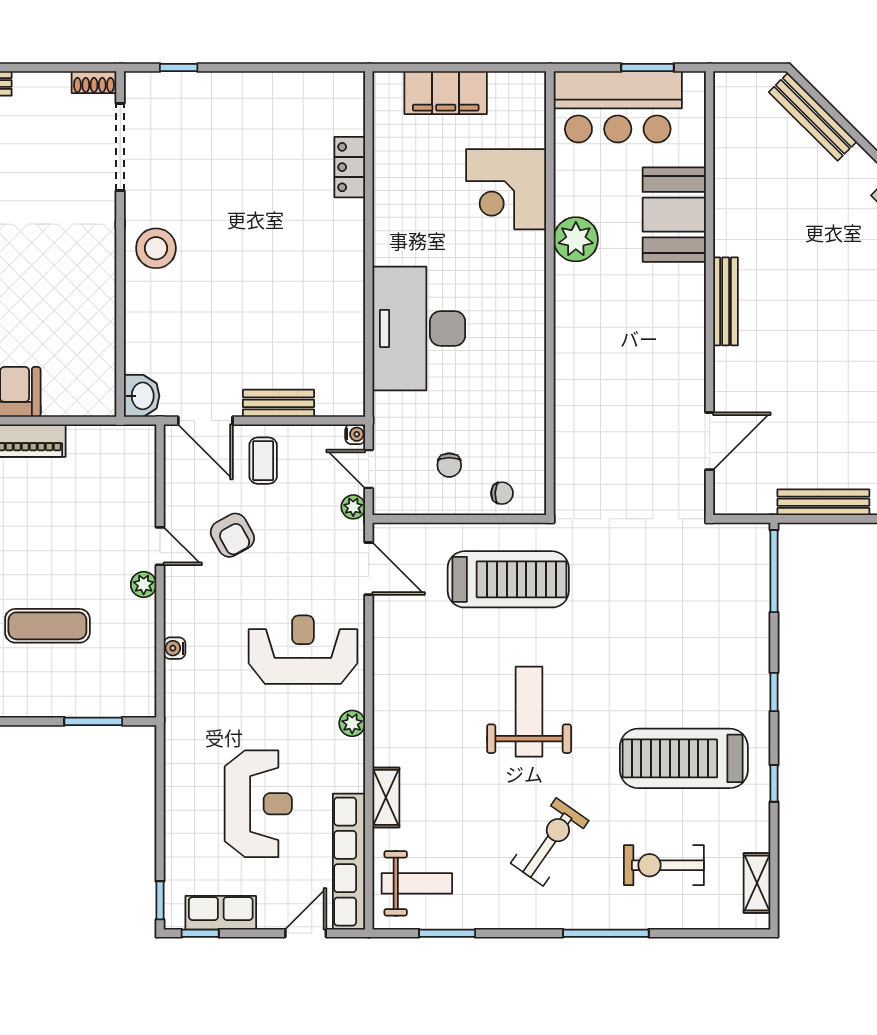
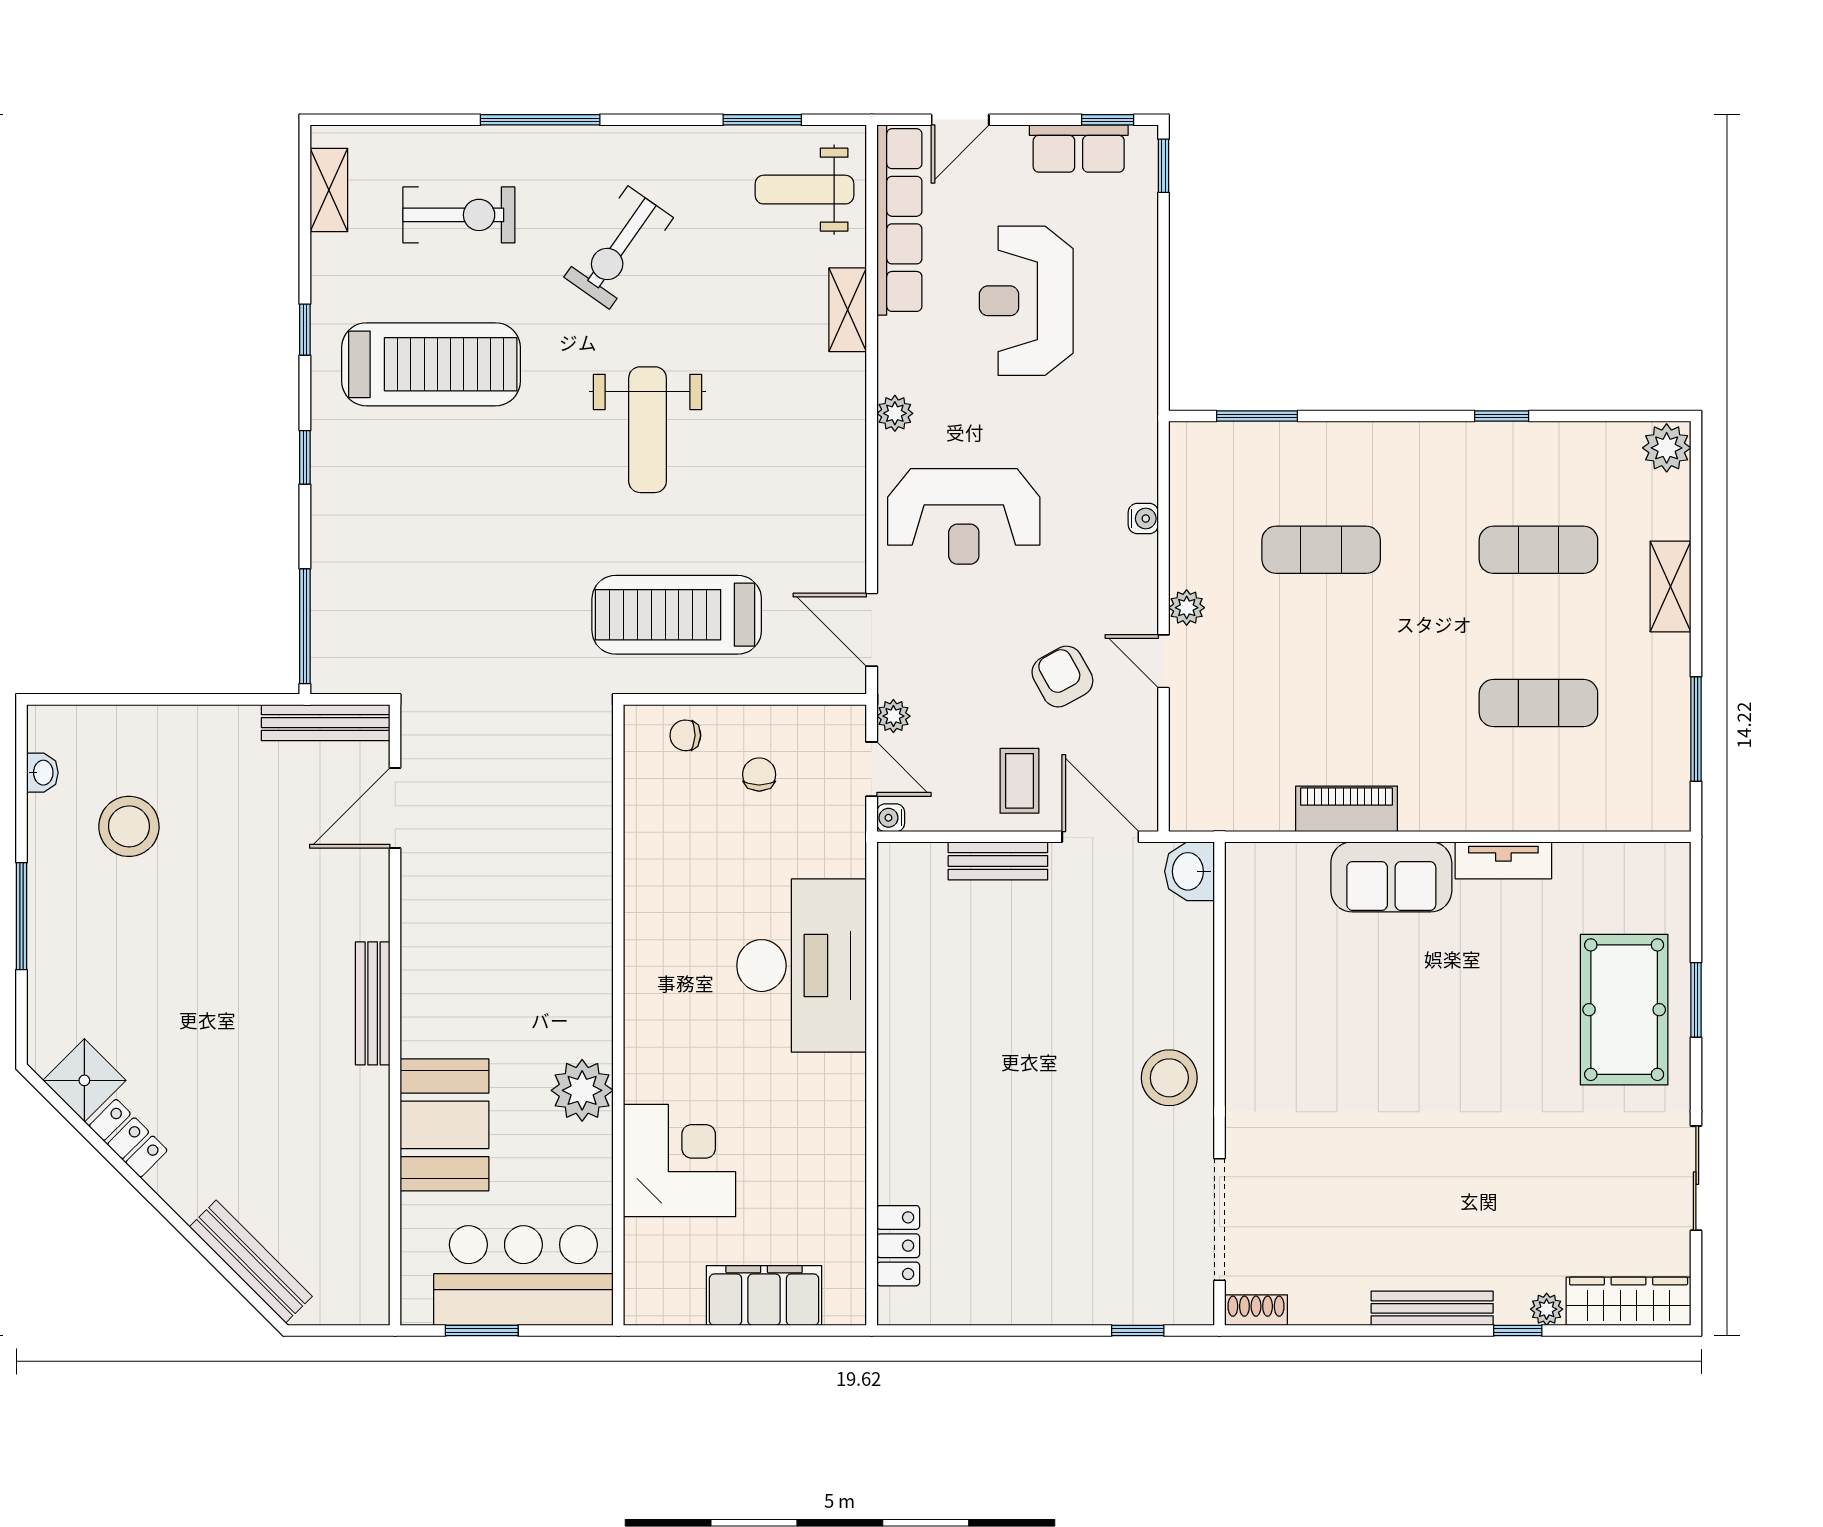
locker: (350, 167) -> (898, 1246), moved
bench: (823, 502) -> (326, 723), moved

